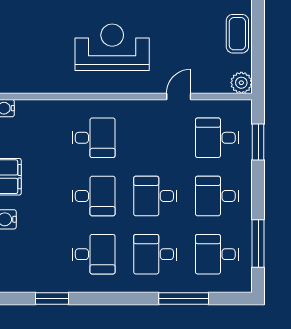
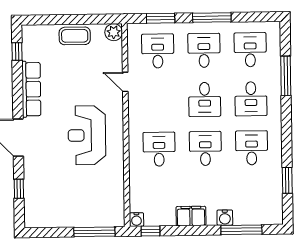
desk: (217, 138) -> (158, 51), turned 180
desk: (217, 196) -> (204, 50), turned 180
window: (258, 244) -> (212, 18), moved
desk: (217, 254) -> (250, 50), turned 180

